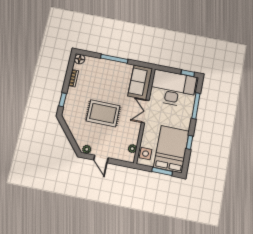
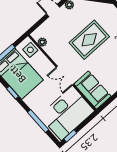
double door: (145, 111) -> (65, 76), swing flipped

